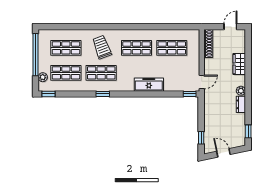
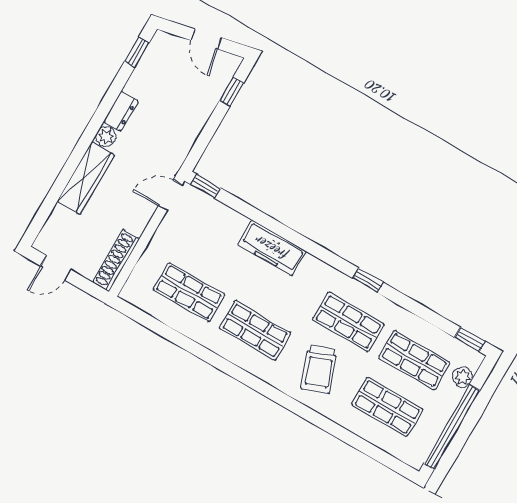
wardrobe: (239, 64) -> (86, 178), width x1.50

